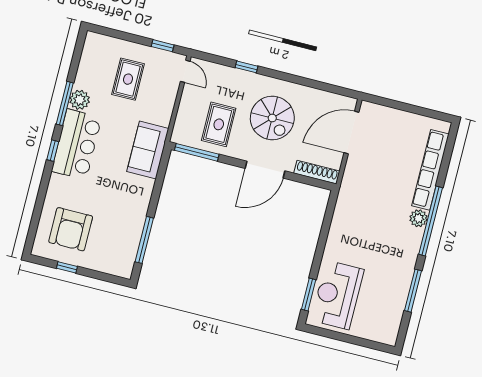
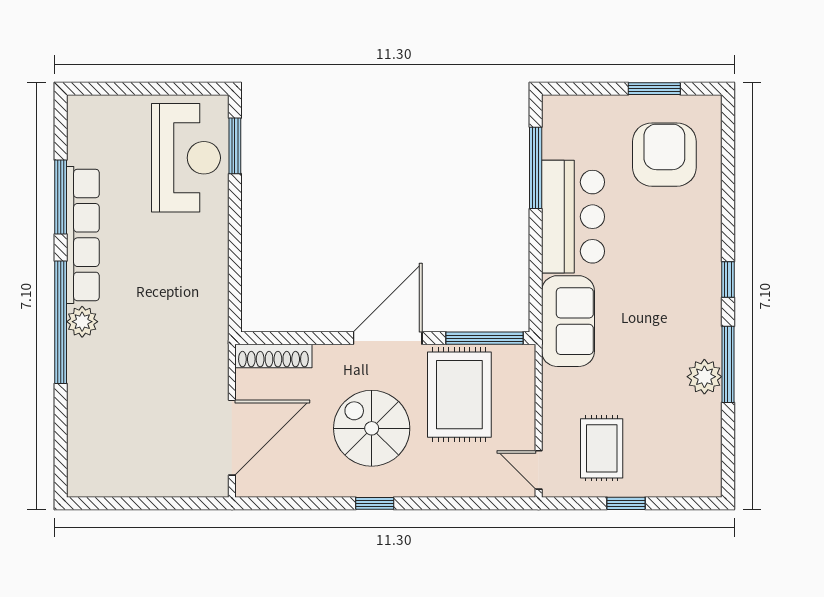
window: (163, 46) -> (626, 503), moved
window: (246, 67) -> (375, 503), moved
rug: (128, 79) -> (602, 448), moved
rug: (219, 124) -> (459, 395), width x1.36, depth x1.43
bar counter: (77, 144) -> (573, 217), moved, turned 180
door: (265, 170) -> (388, 338), moved
row of seats: (430, 170) -> (83, 235), moved
window: (67, 267) -> (654, 89), width x1.50

